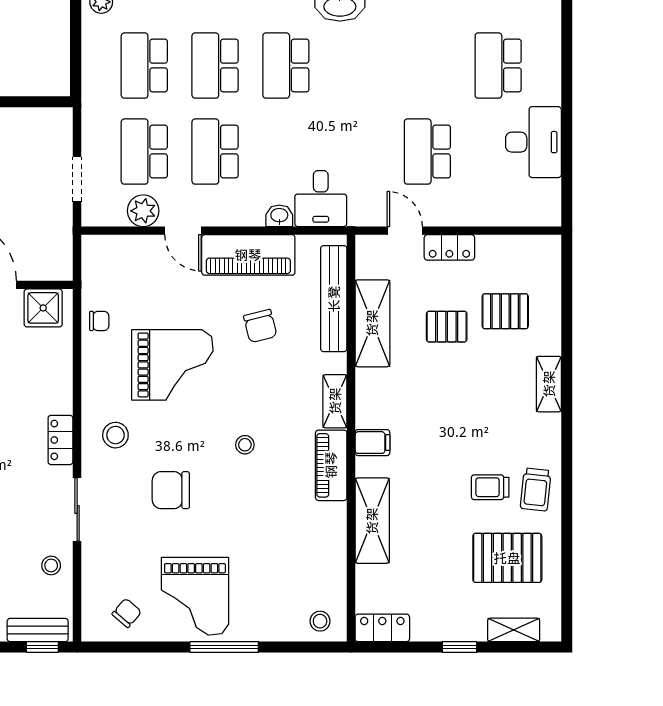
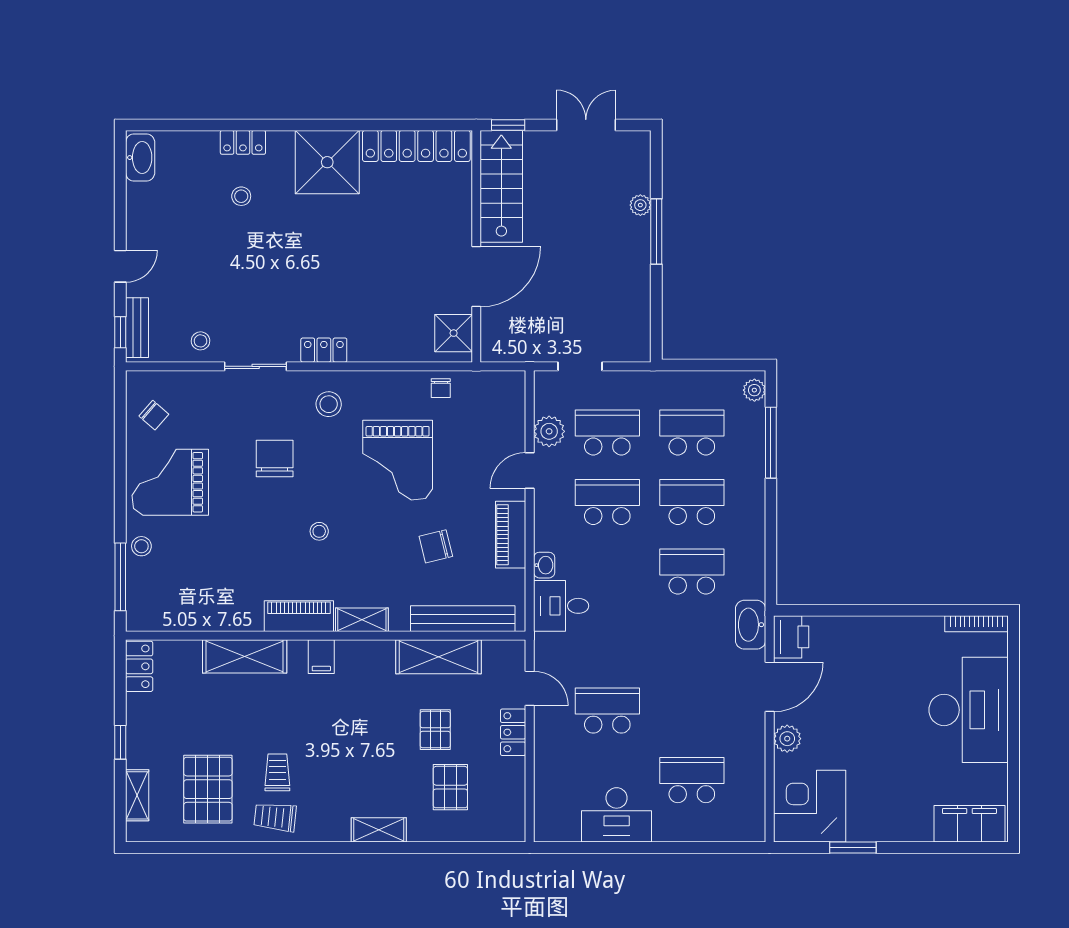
door: (405, 231) -> (530, 688), hinge flipped
piano: (248, 255) -> (511, 535), width x0.73, depth x0.75
stool: (320, 621) -> (141, 546), moved
window: (224, 647) -> (120, 577), moved

